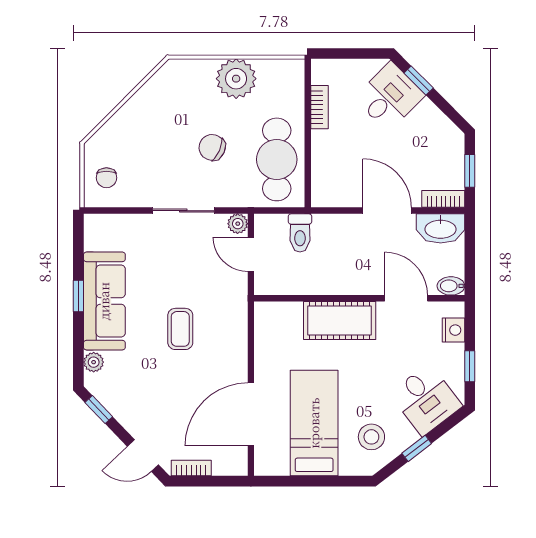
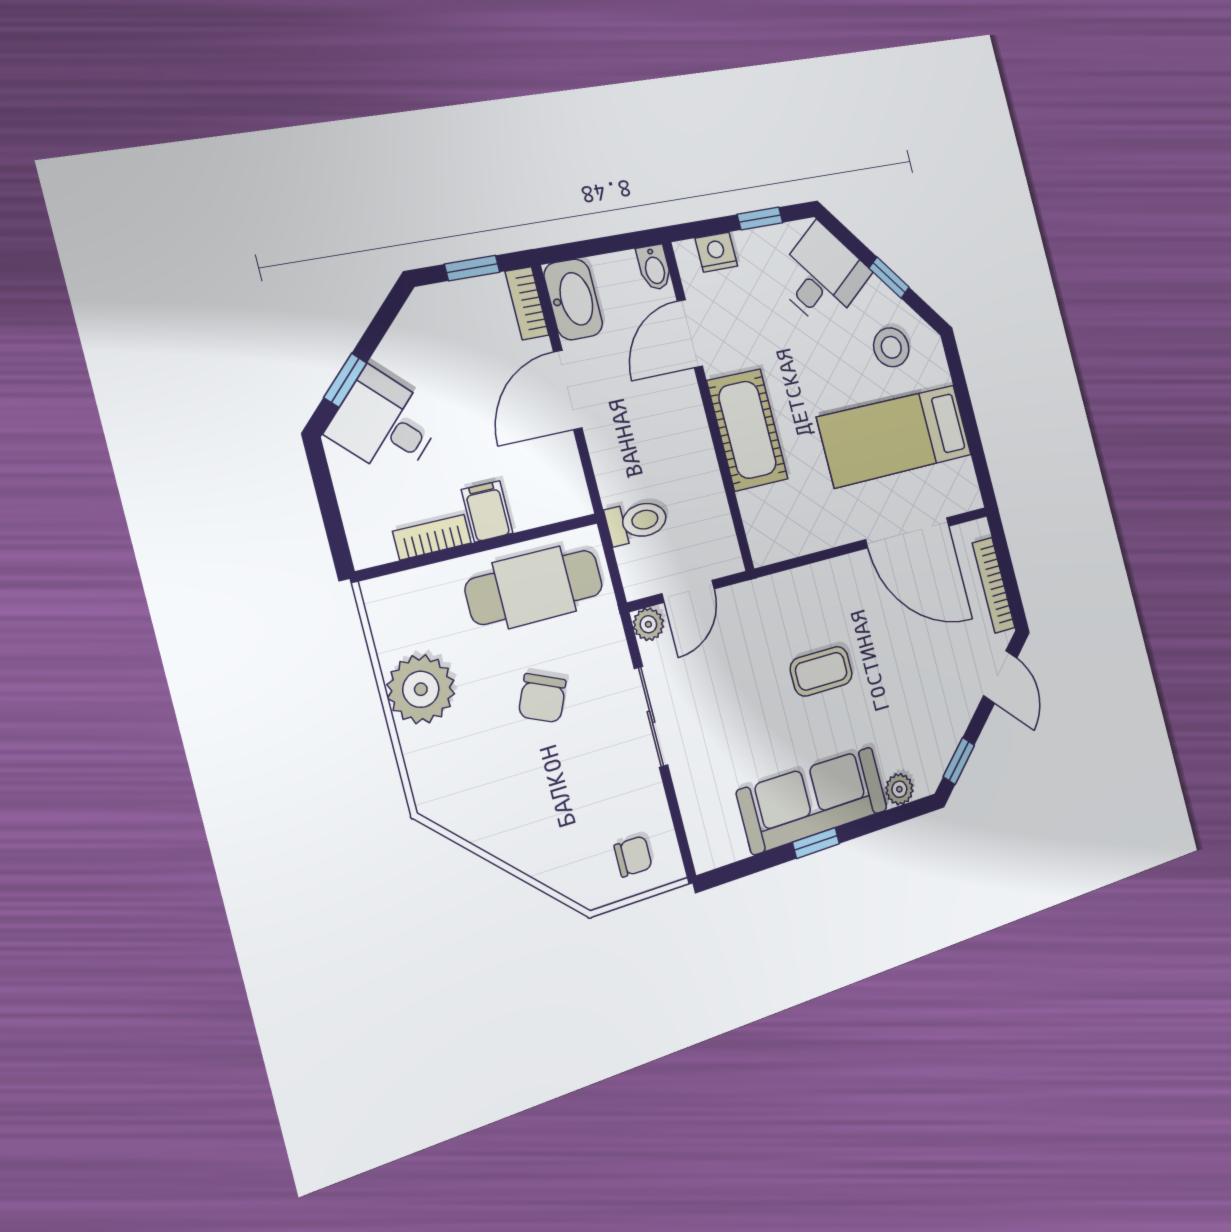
filing cabinet: (327, 143) -> (487, 511), added
bookcase: (191, 468) -> (994, 585), width x1.56

